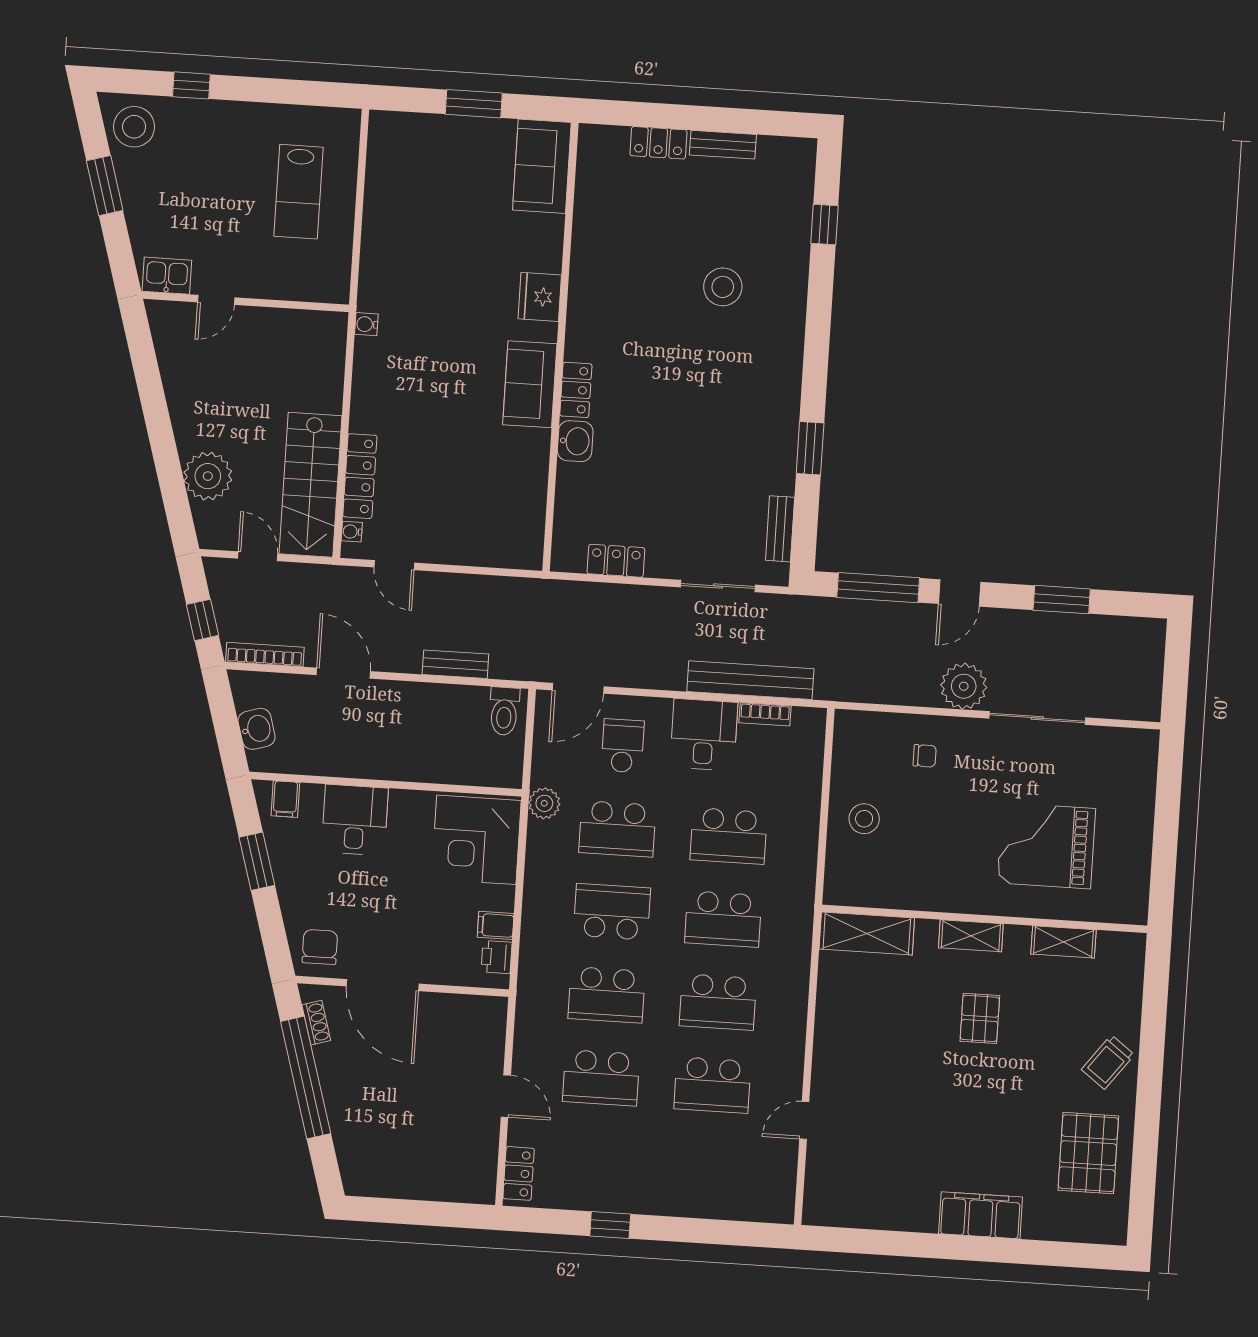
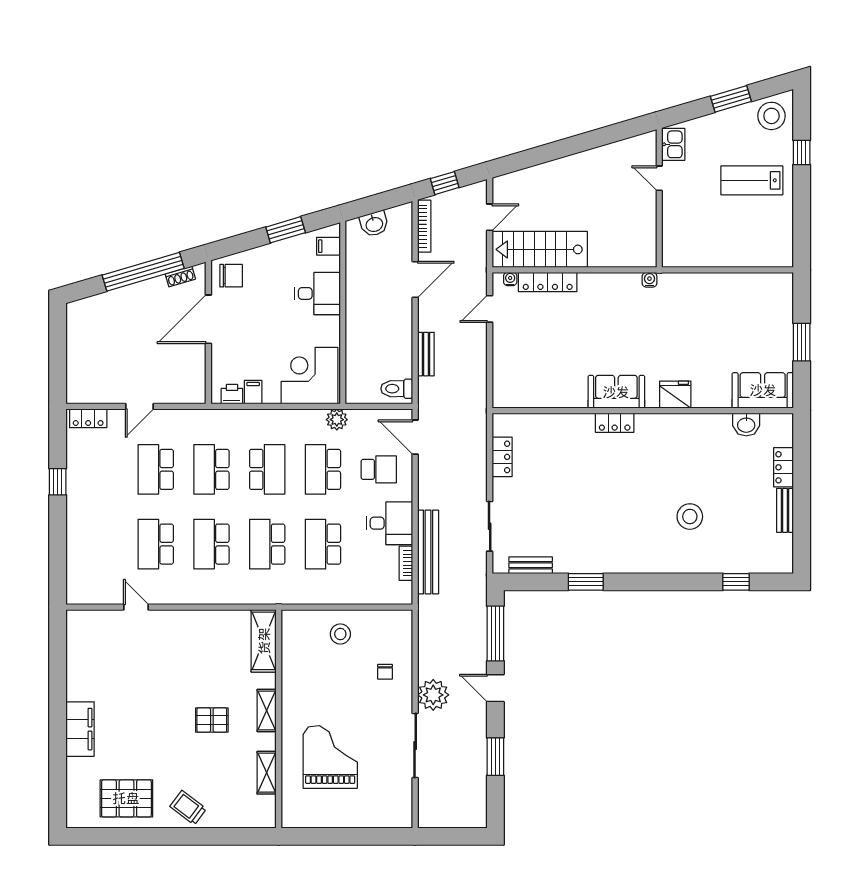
lab bench: (298, 192) -> (752, 180), moved
washbasin: (575, 441) -> (746, 424), moved
plant: (208, 476) -> (541, 180), removed

